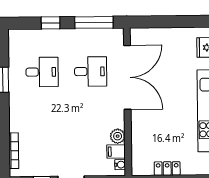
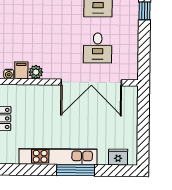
window: (94, 22) -> (144, 52), removed

